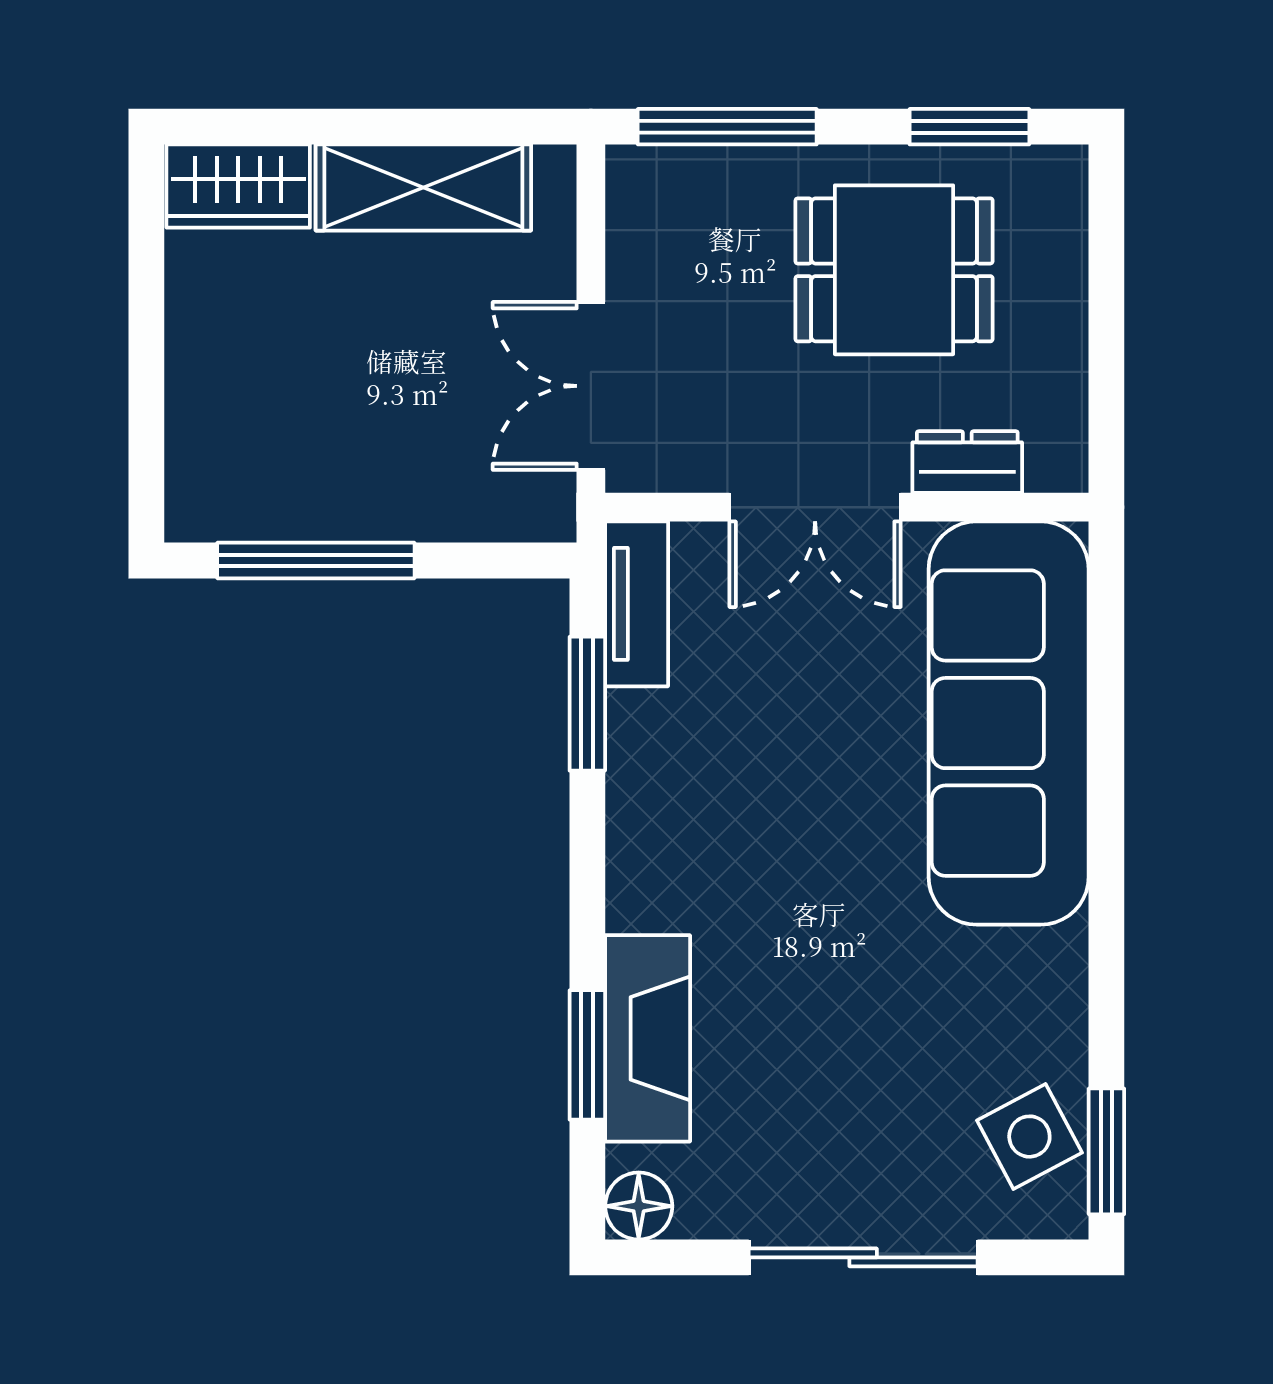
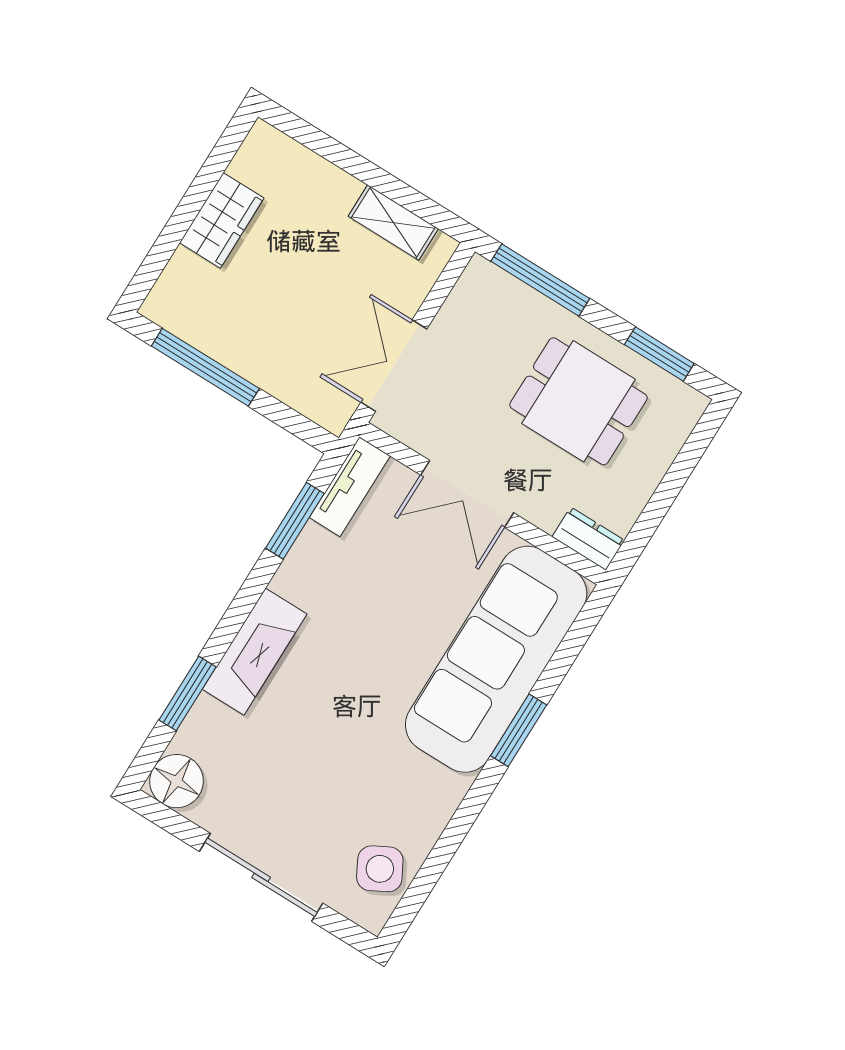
wardrobe: (238, 186) -> (222, 220), moved, turned -90
shelving: (423, 188) -> (393, 223), width x0.67, depth x0.75
dresser: (967, 462) -> (588, 539), moved
fireplace: (648, 1038) -> (255, 652), moved
window: (1106, 1151) -> (519, 730), moved
floor lamp: (639, 1206) -> (177, 781), width x1.38, depth x1.38

